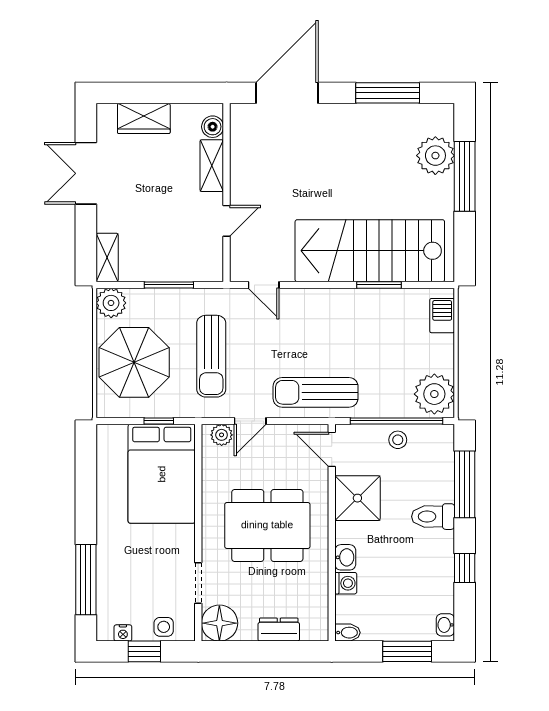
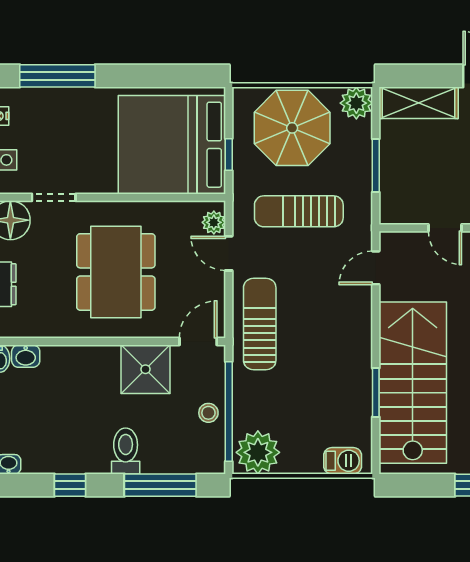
shelving: (107, 257) -> (419, 103), width x1.50, depth x1.33
bed: (162, 474) -> (172, 145), width x1.36
washbasin: (345, 557) -> (26, 356), moved
washing machine: (346, 583) -> (54, 357), removed

